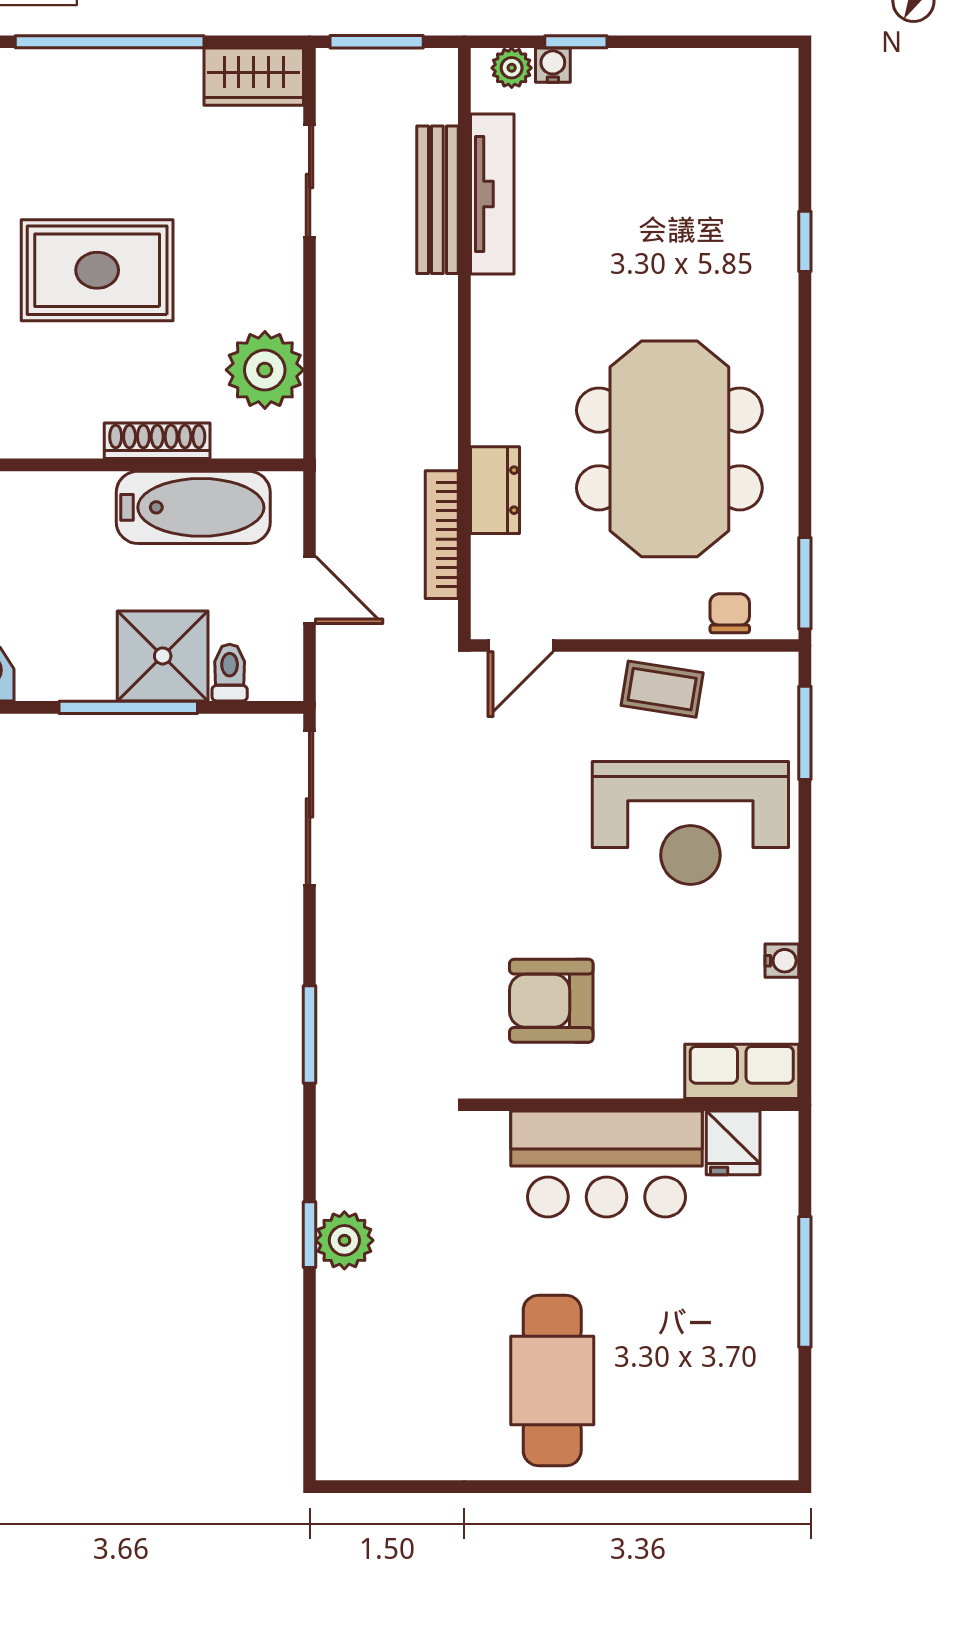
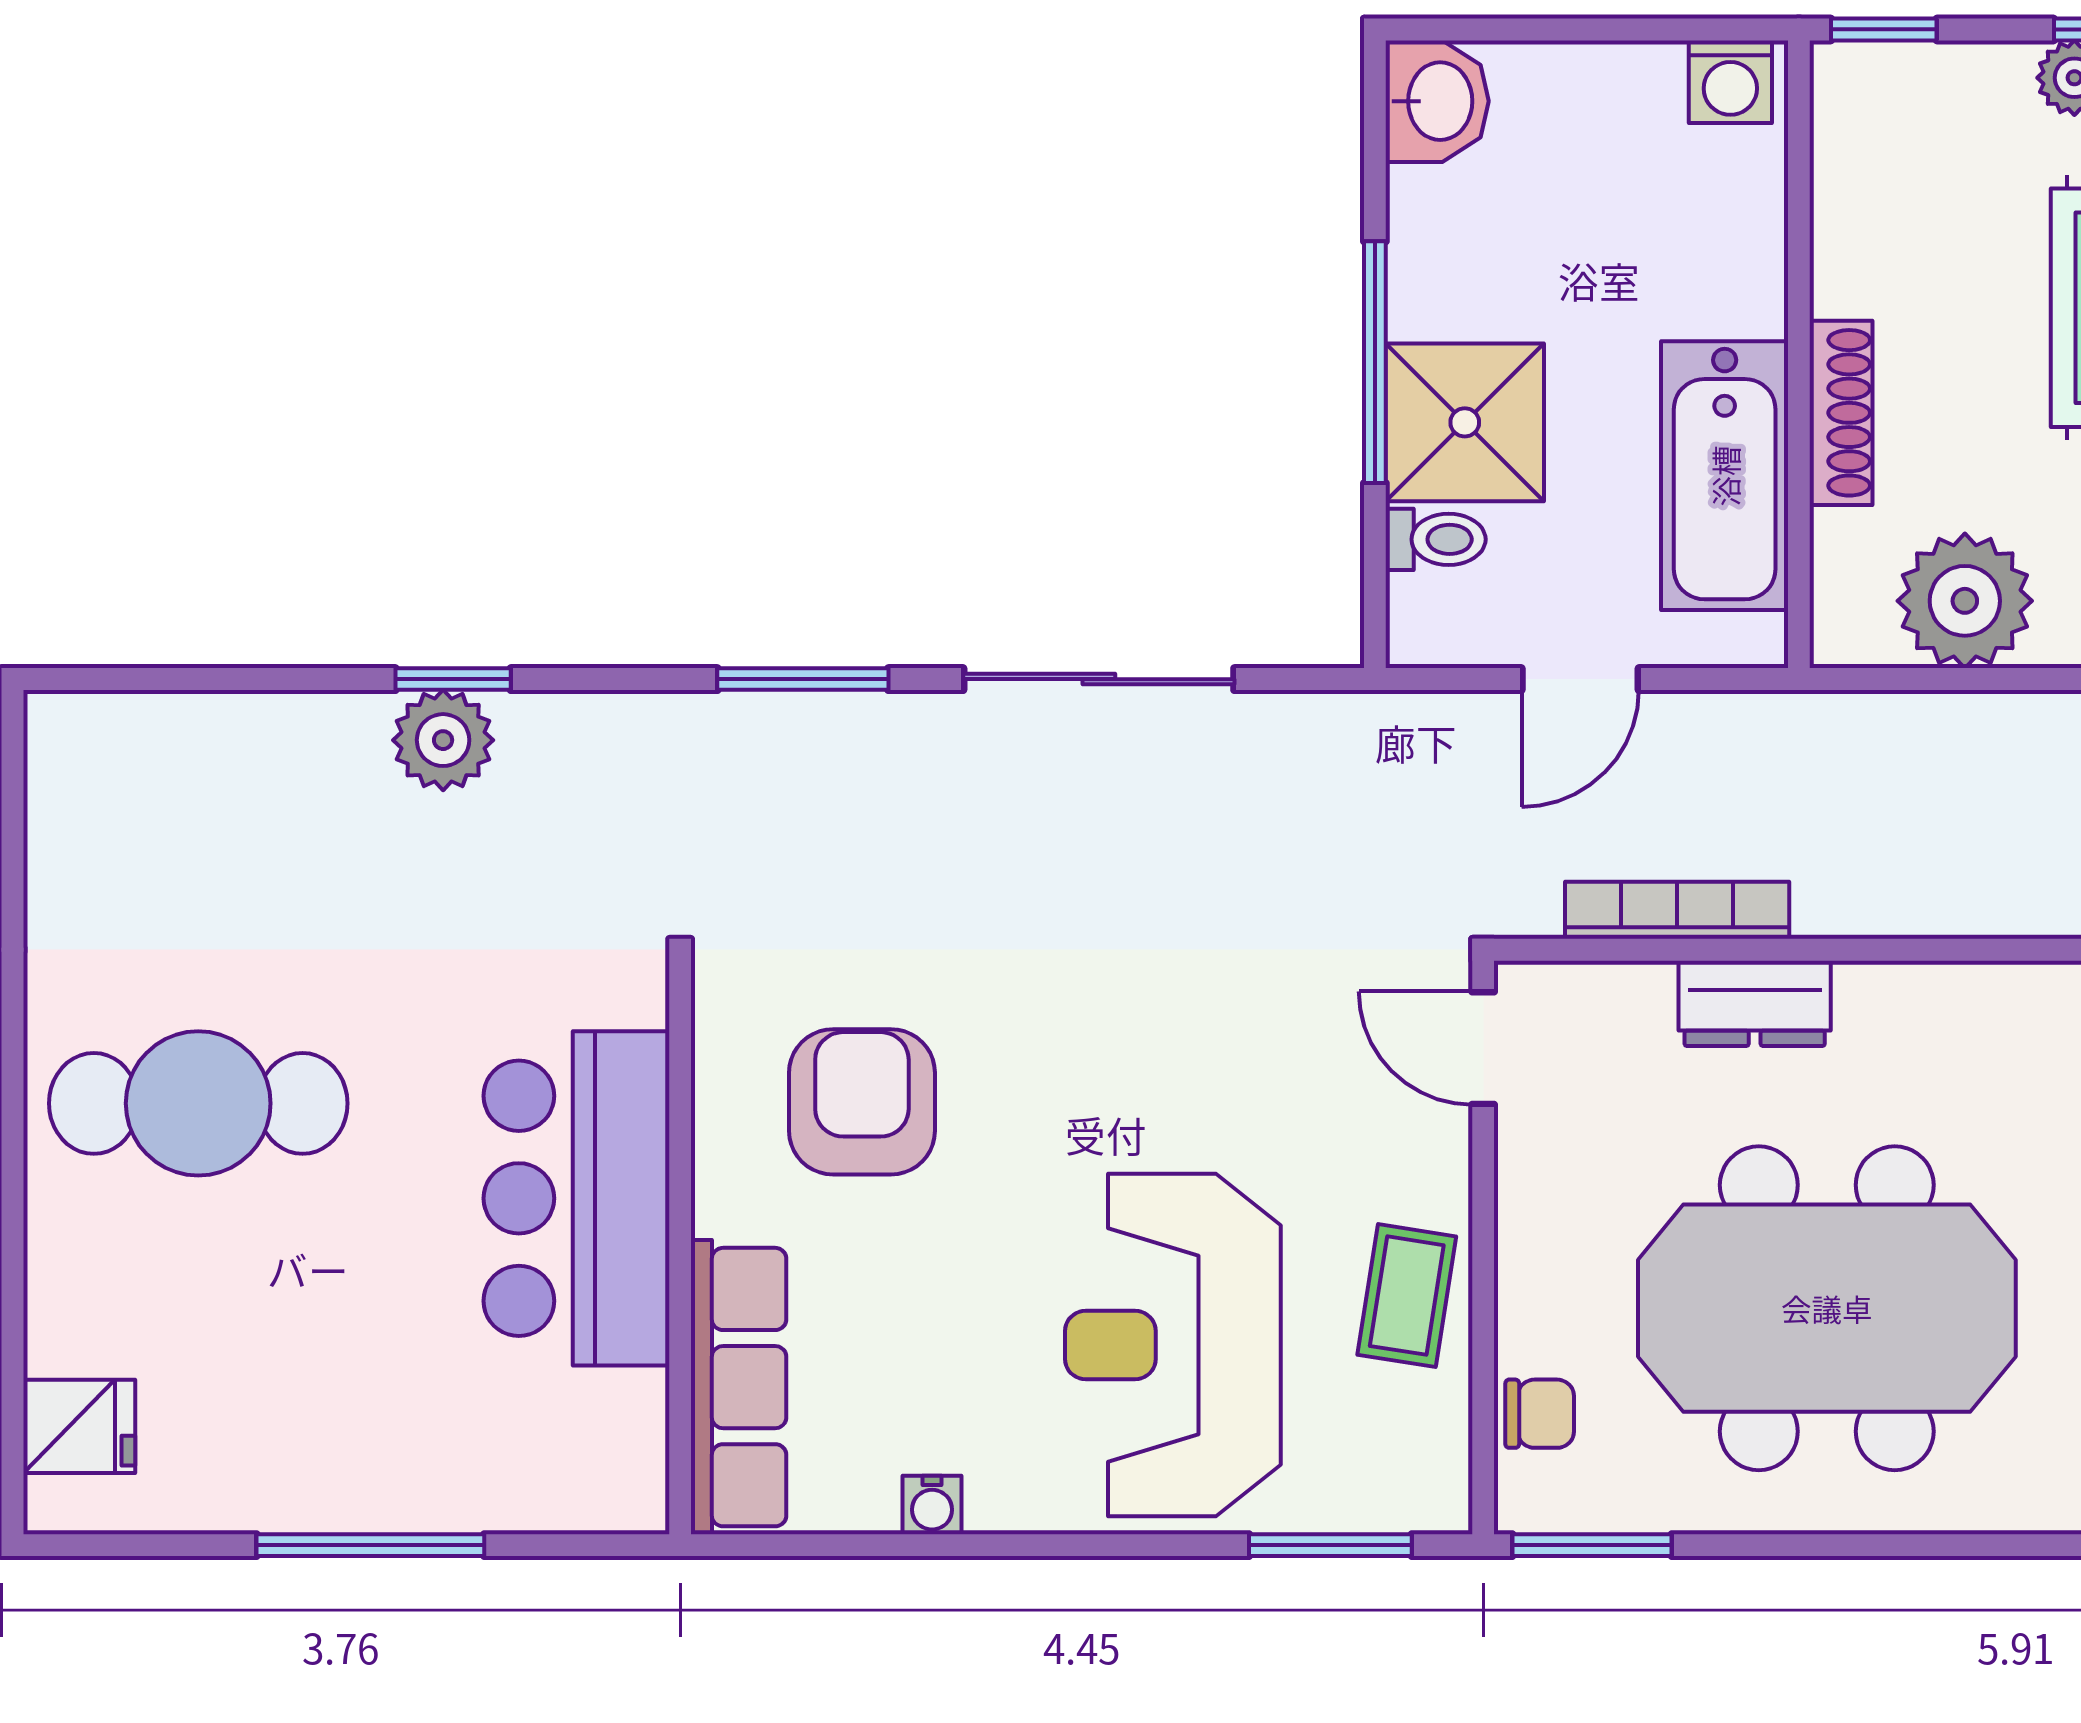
sliding door: (310, 808) -> (1099, 679), moved
row of seats: (742, 1071) -> (739, 1387), width x1.48
fridge: (733, 1143) -> (79, 1426), moved, turned 180

